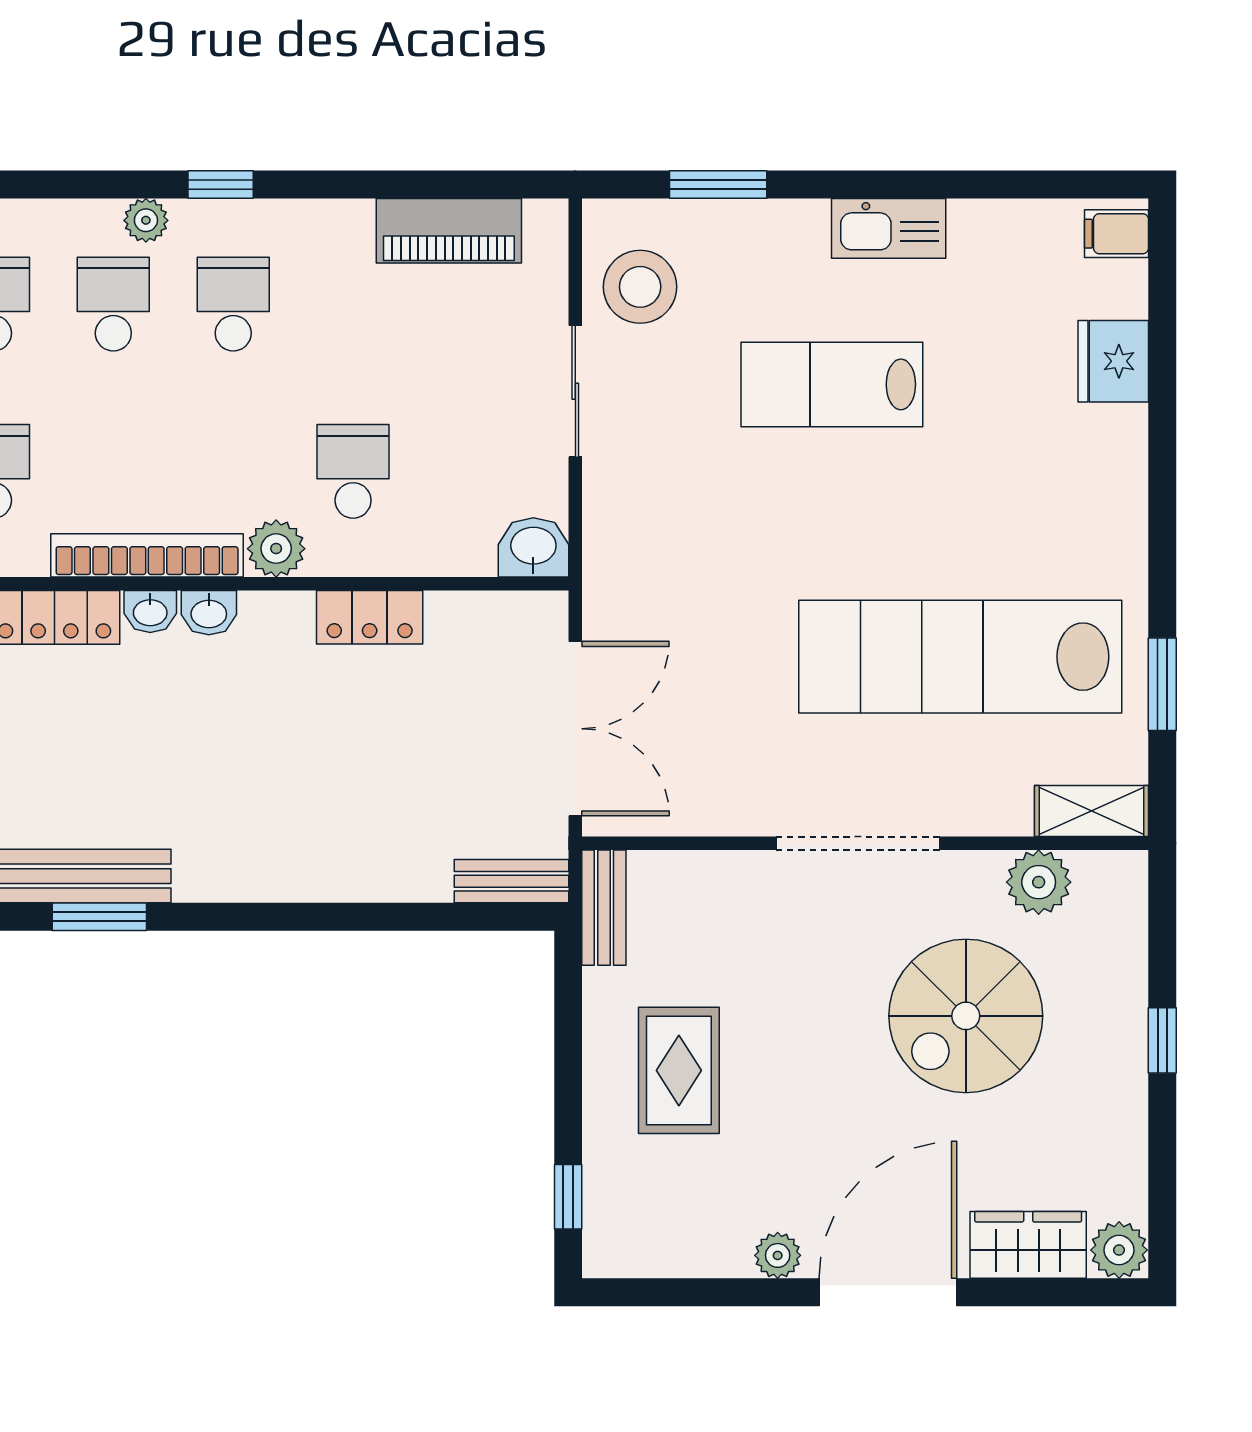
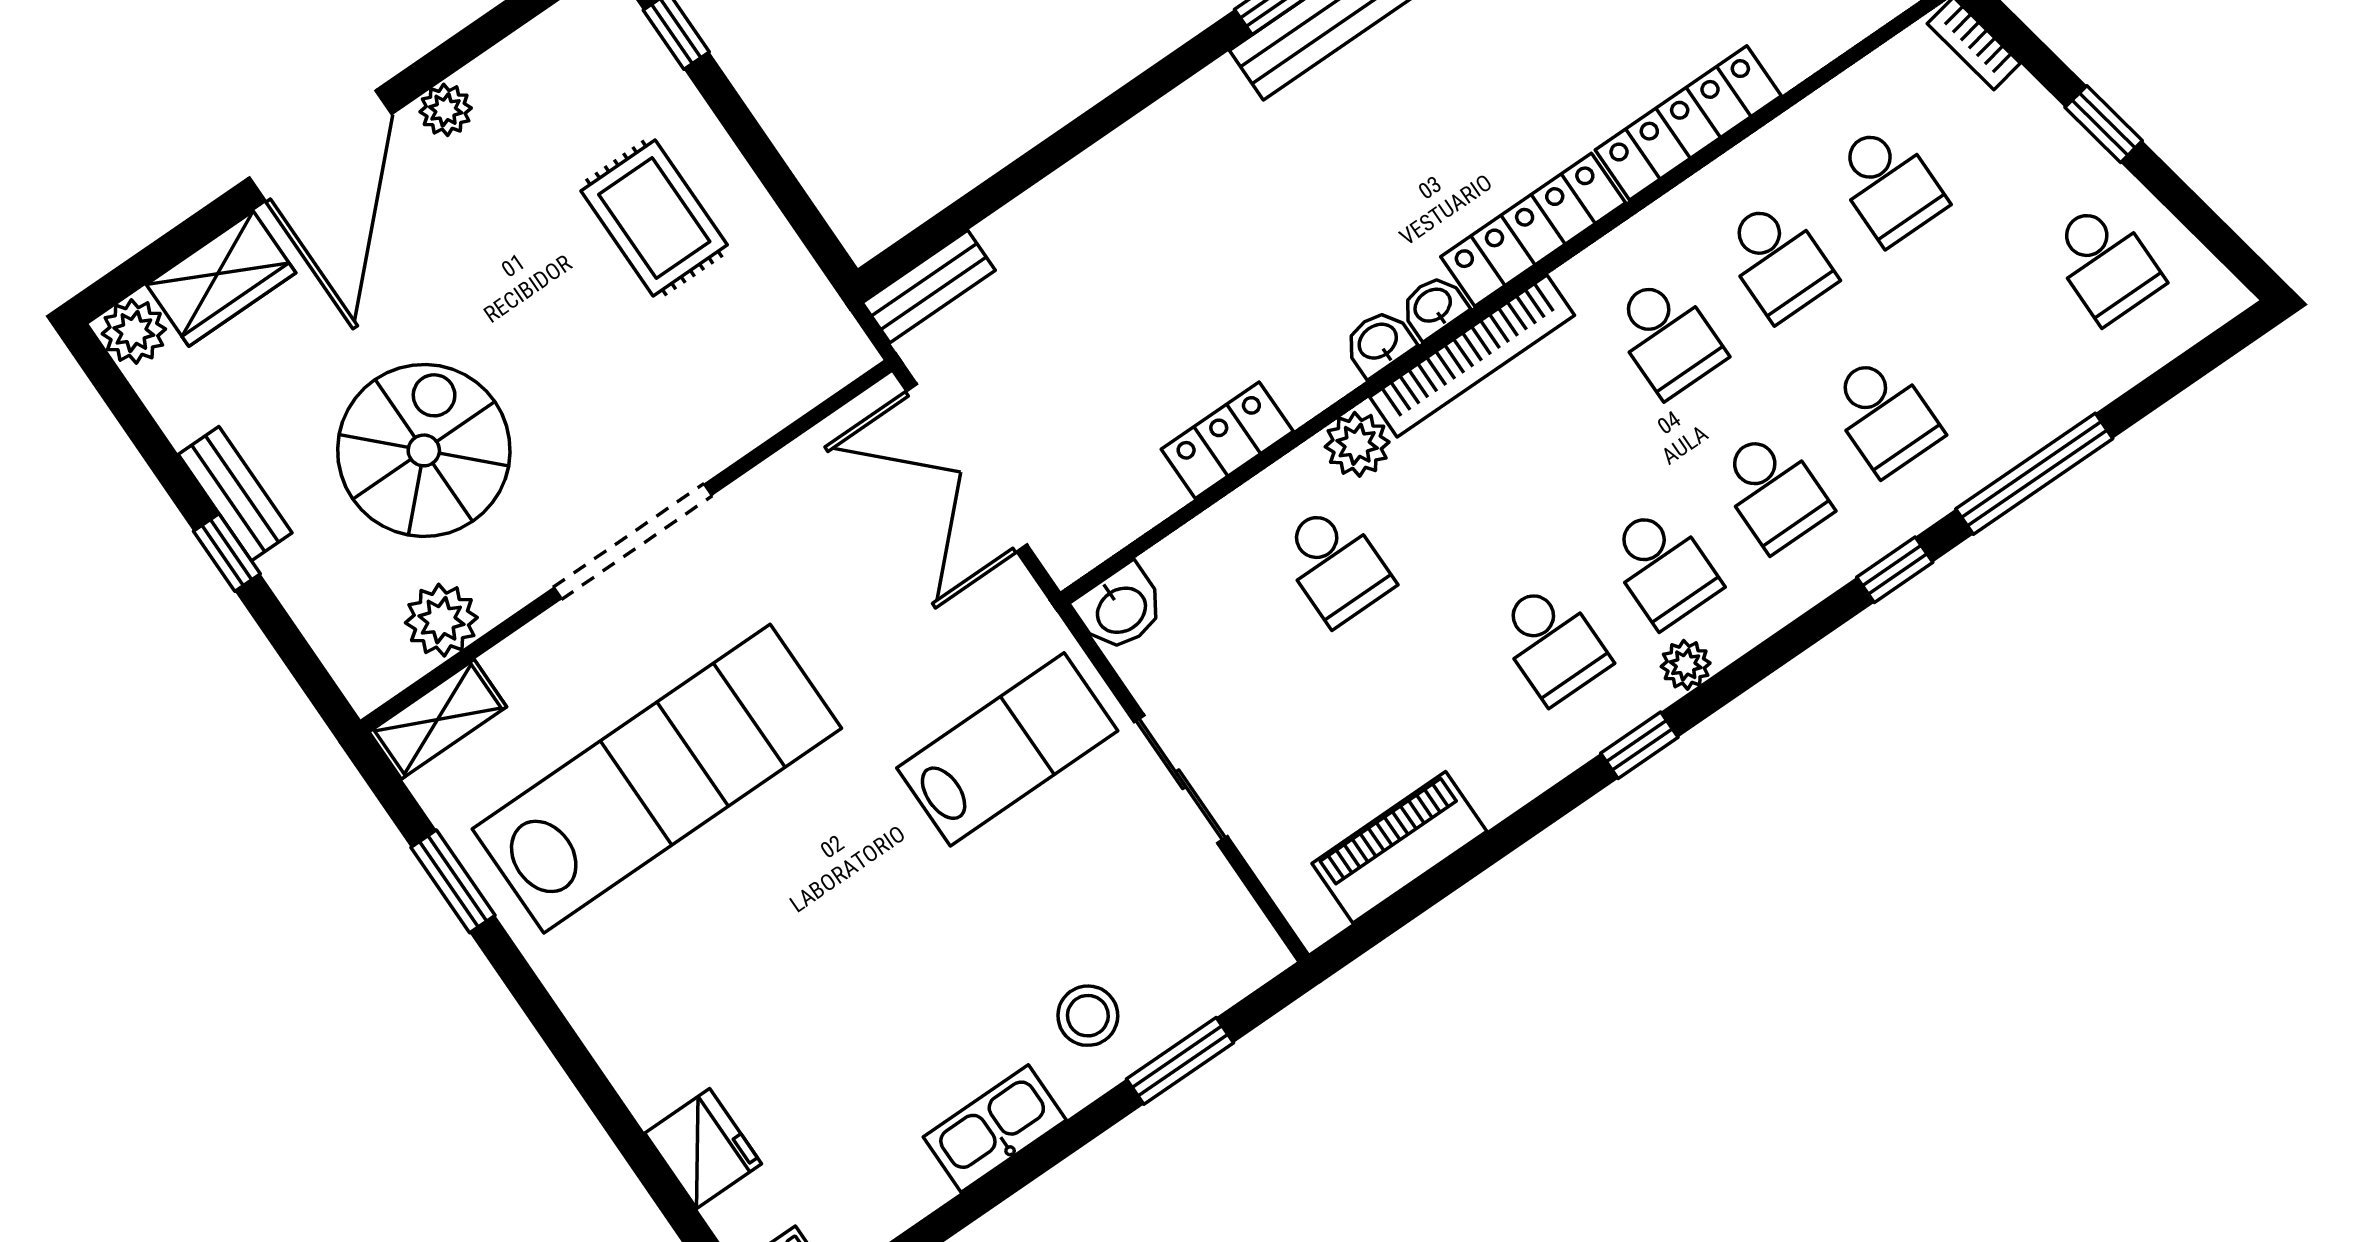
stool: (640, 287) -> (1088, 1016), moved, width x0.73, depth x0.73
lab bench: (832, 384) -> (1007, 749), moved
bench: (604, 908) -> (235, 494), moved

